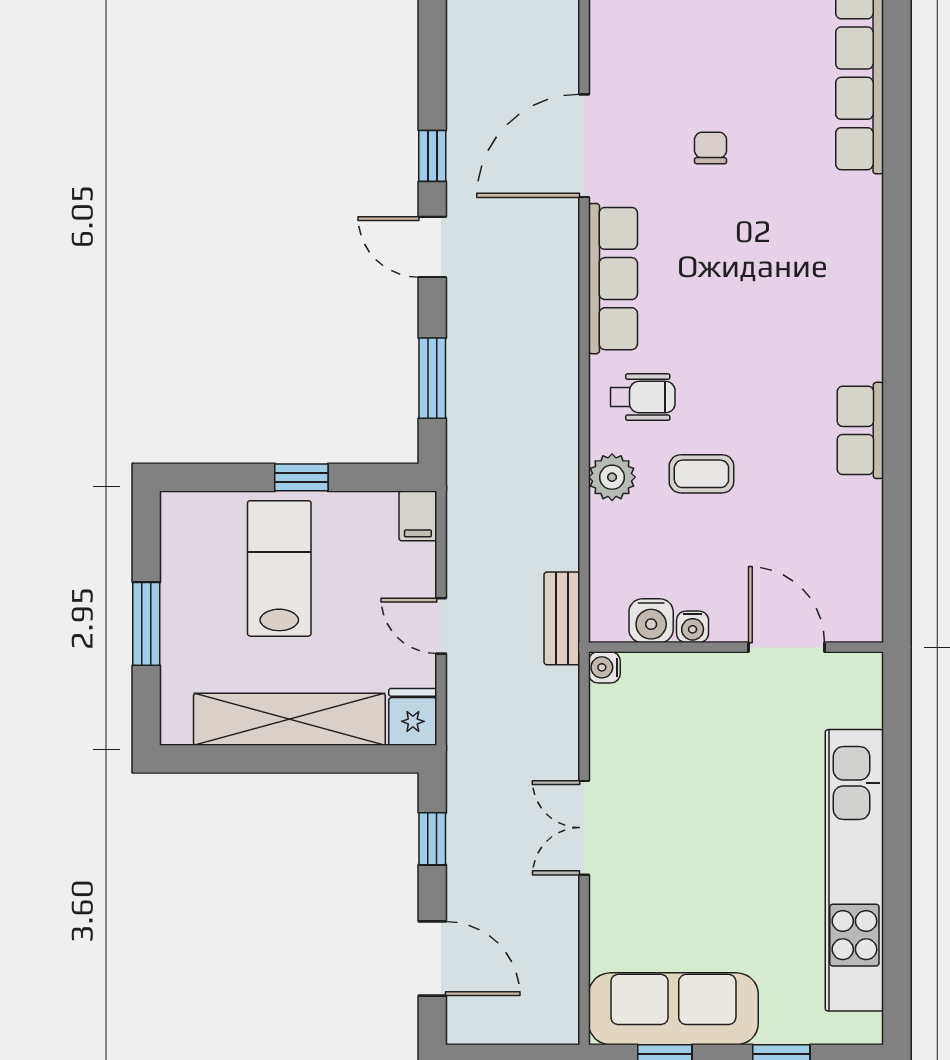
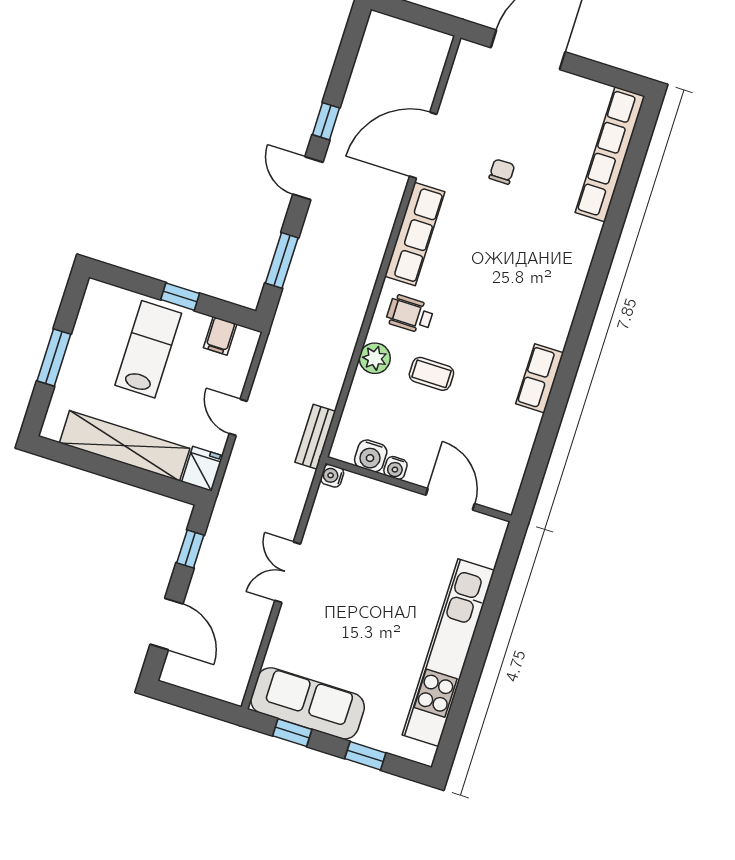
wheelchair: (643, 397) -> (410, 314), turned 180
filing cabinet: (418, 516) -> (220, 336), moved

